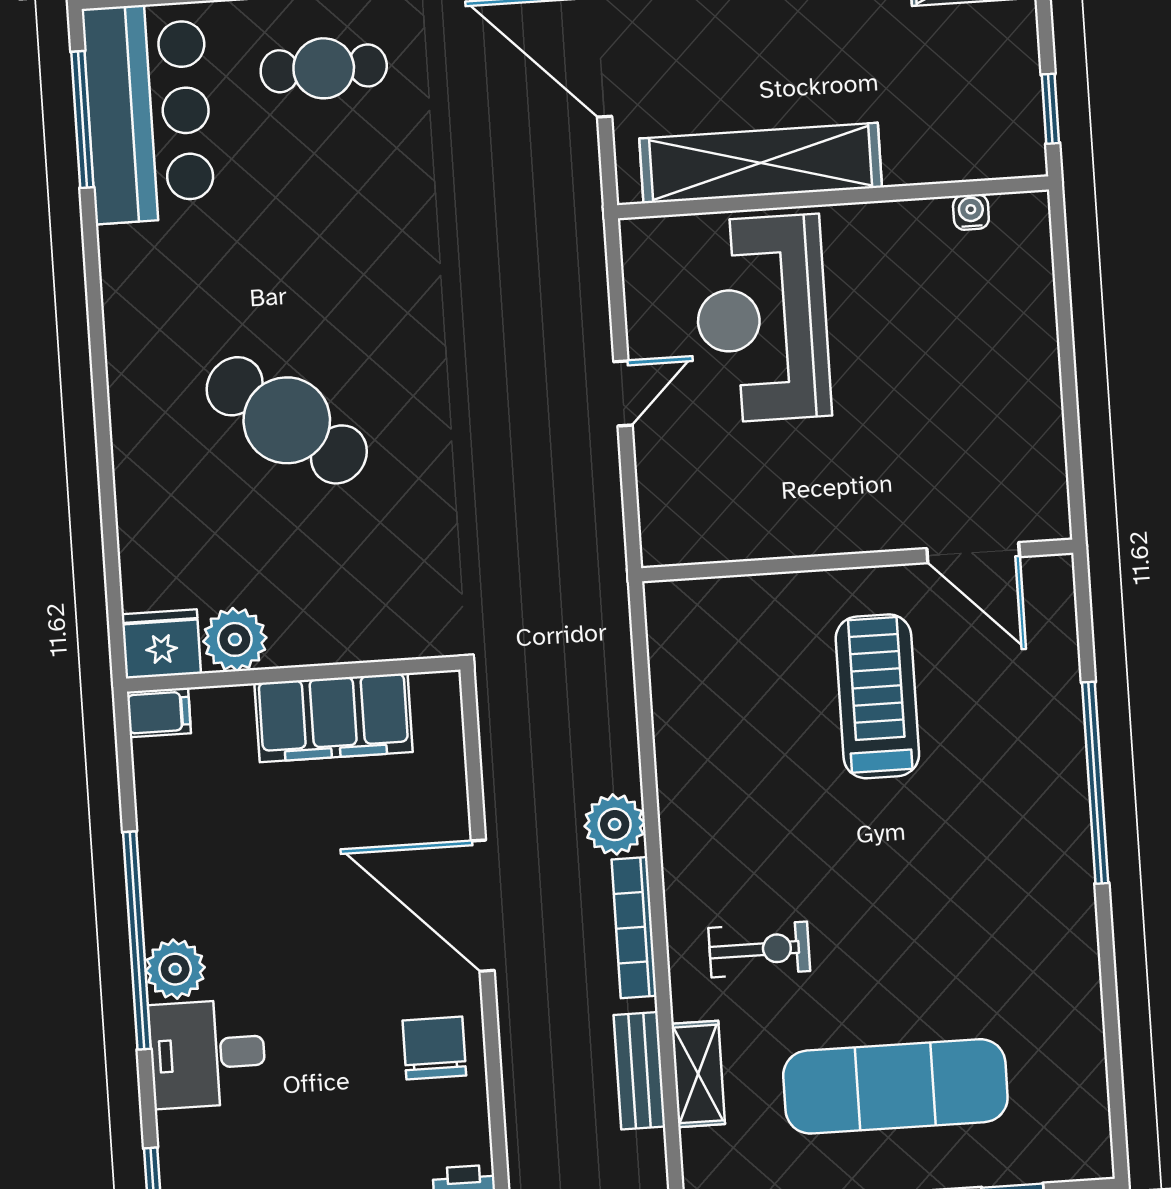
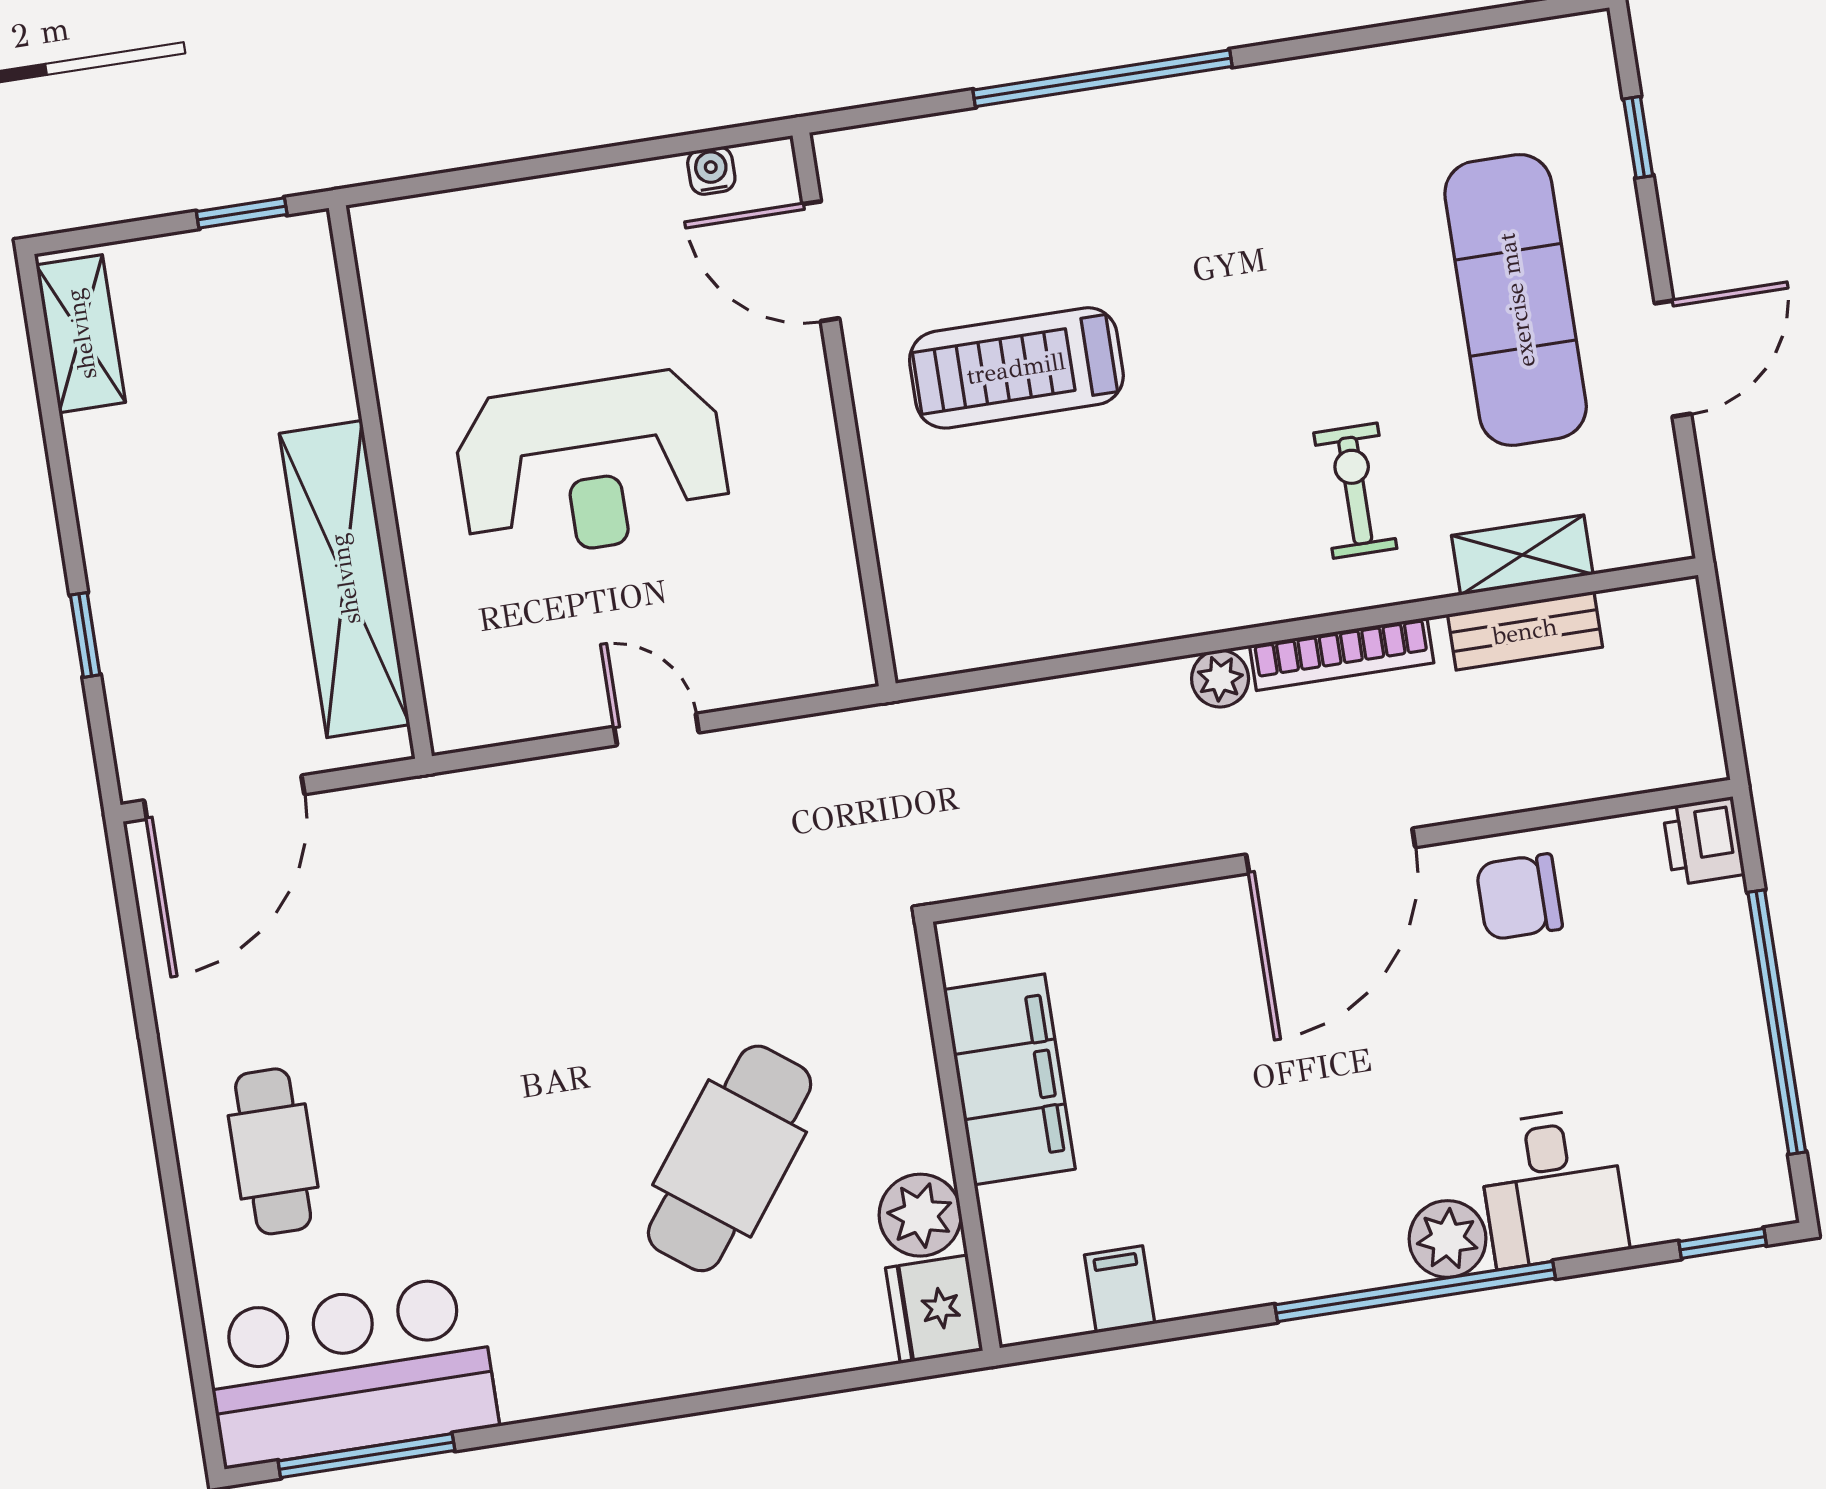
water cooler: (971, 212) -> (711, 171), moved, turned 90
reception desk: (762, 319) -> (592, 465), moved
door: (973, 553) -> (821, 261), swing flipped
plant: (235, 639) -> (920, 1215), moved
fridge: (161, 644) -> (934, 1309), moved
wall: (293, 674) -> (958, 1136), moved
filing cabinet: (334, 718) -> (1009, 1079), moved
plant: (615, 824) -> (1220, 679), width x0.73, depth x0.73

